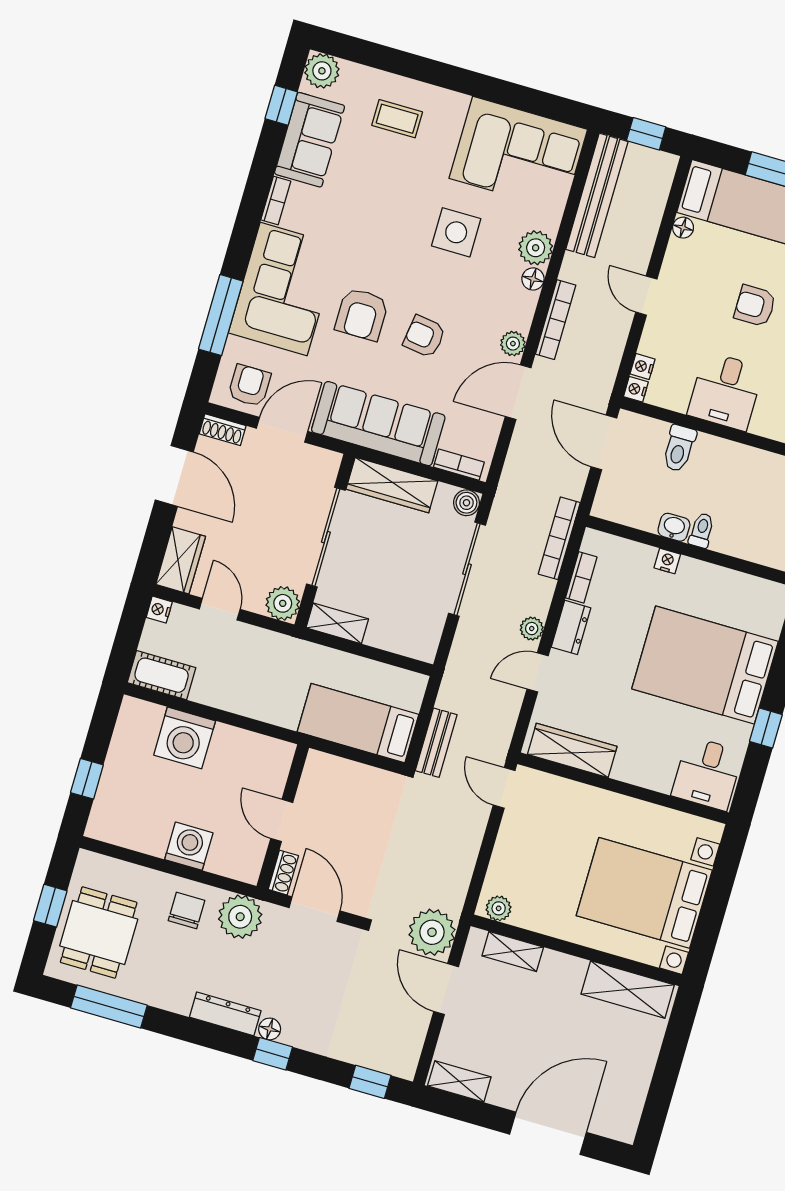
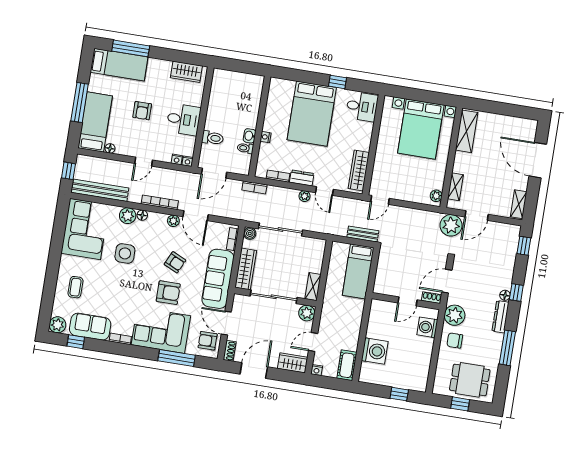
armchair: (424, 336) -> (175, 262), turned -73
toilet: (702, 530) -> (245, 148), moved
bookcase: (559, 538) -> (254, 187), width x0.64
washing machine: (189, 846) -> (427, 327), moved
window: (109, 1006) -> (507, 348), moved

